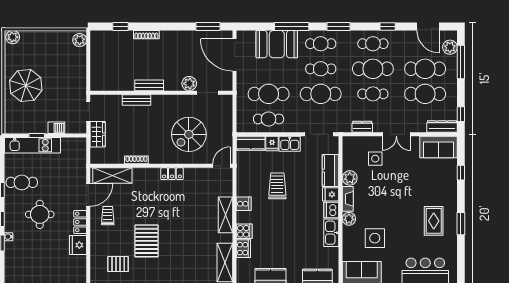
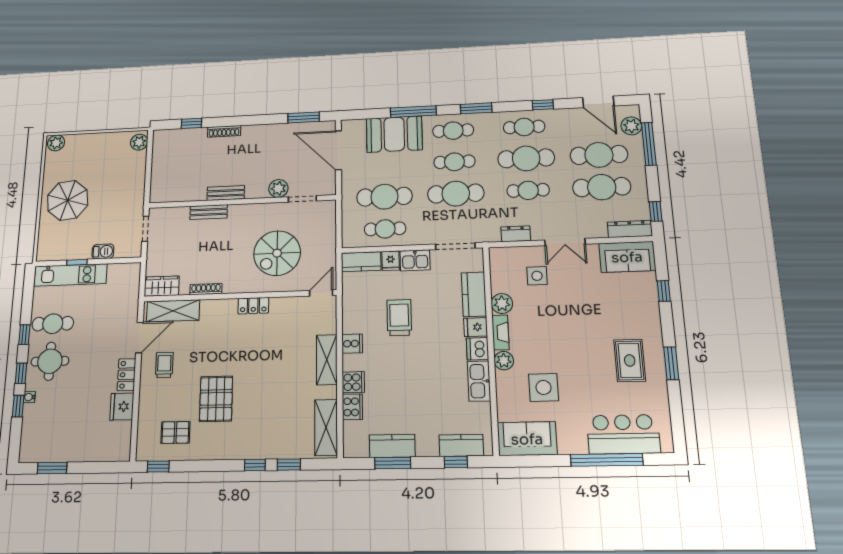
wardrobe: (98, 134) -> (162, 286), moved, turned -90
round table: (40, 214) -> (50, 361), moved

